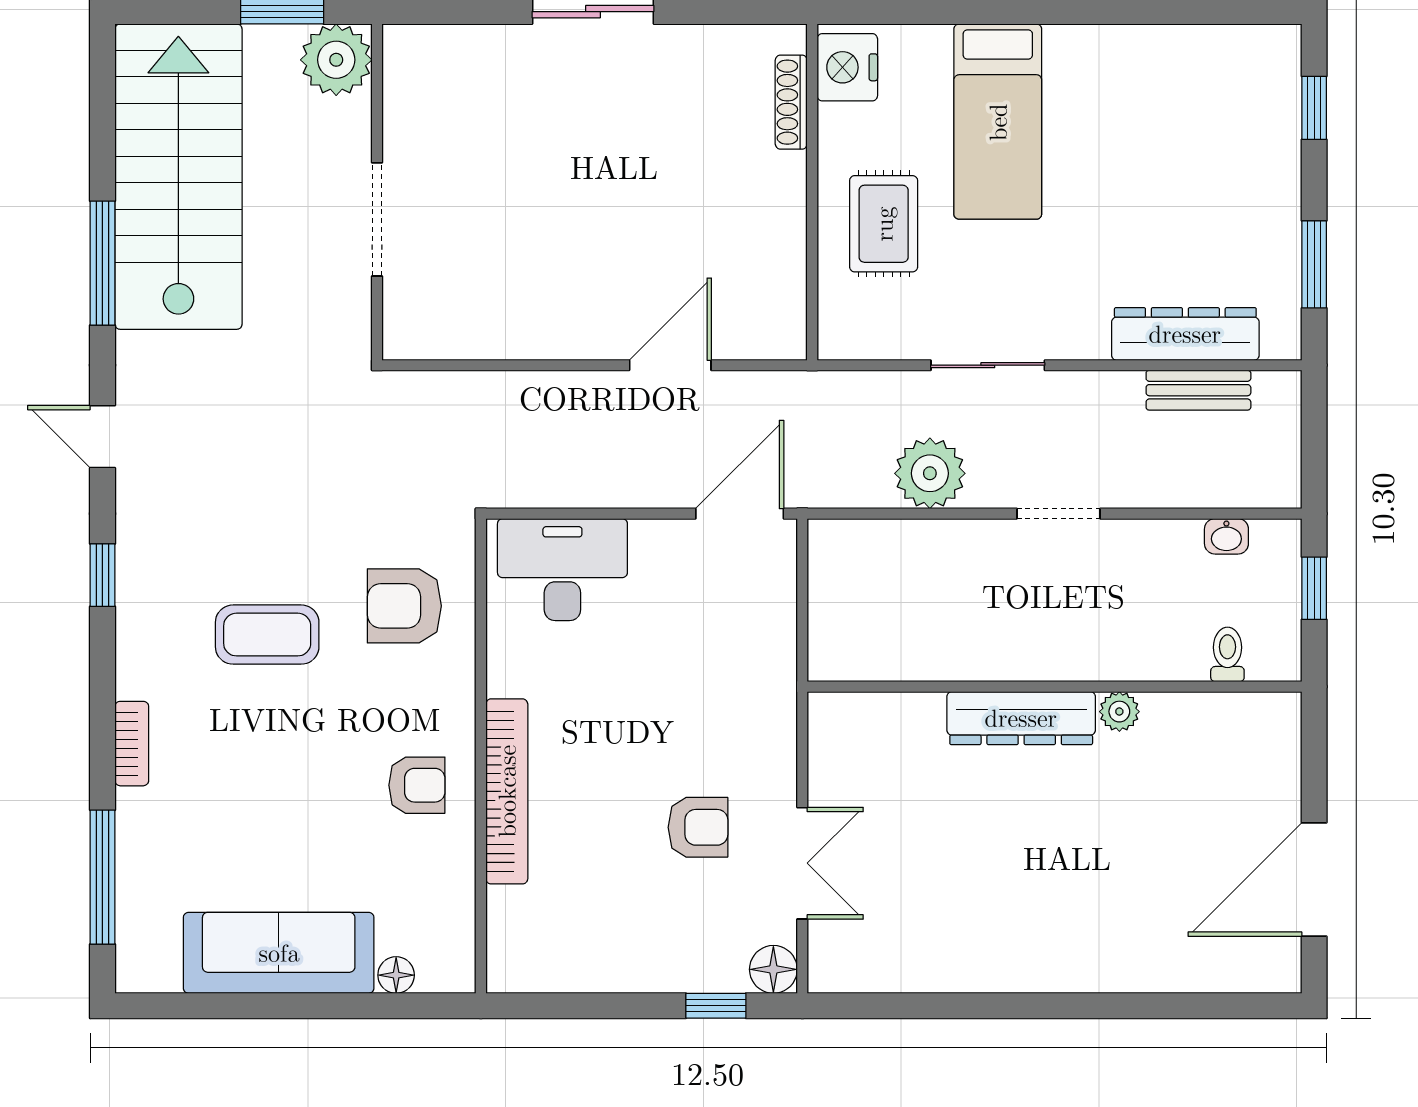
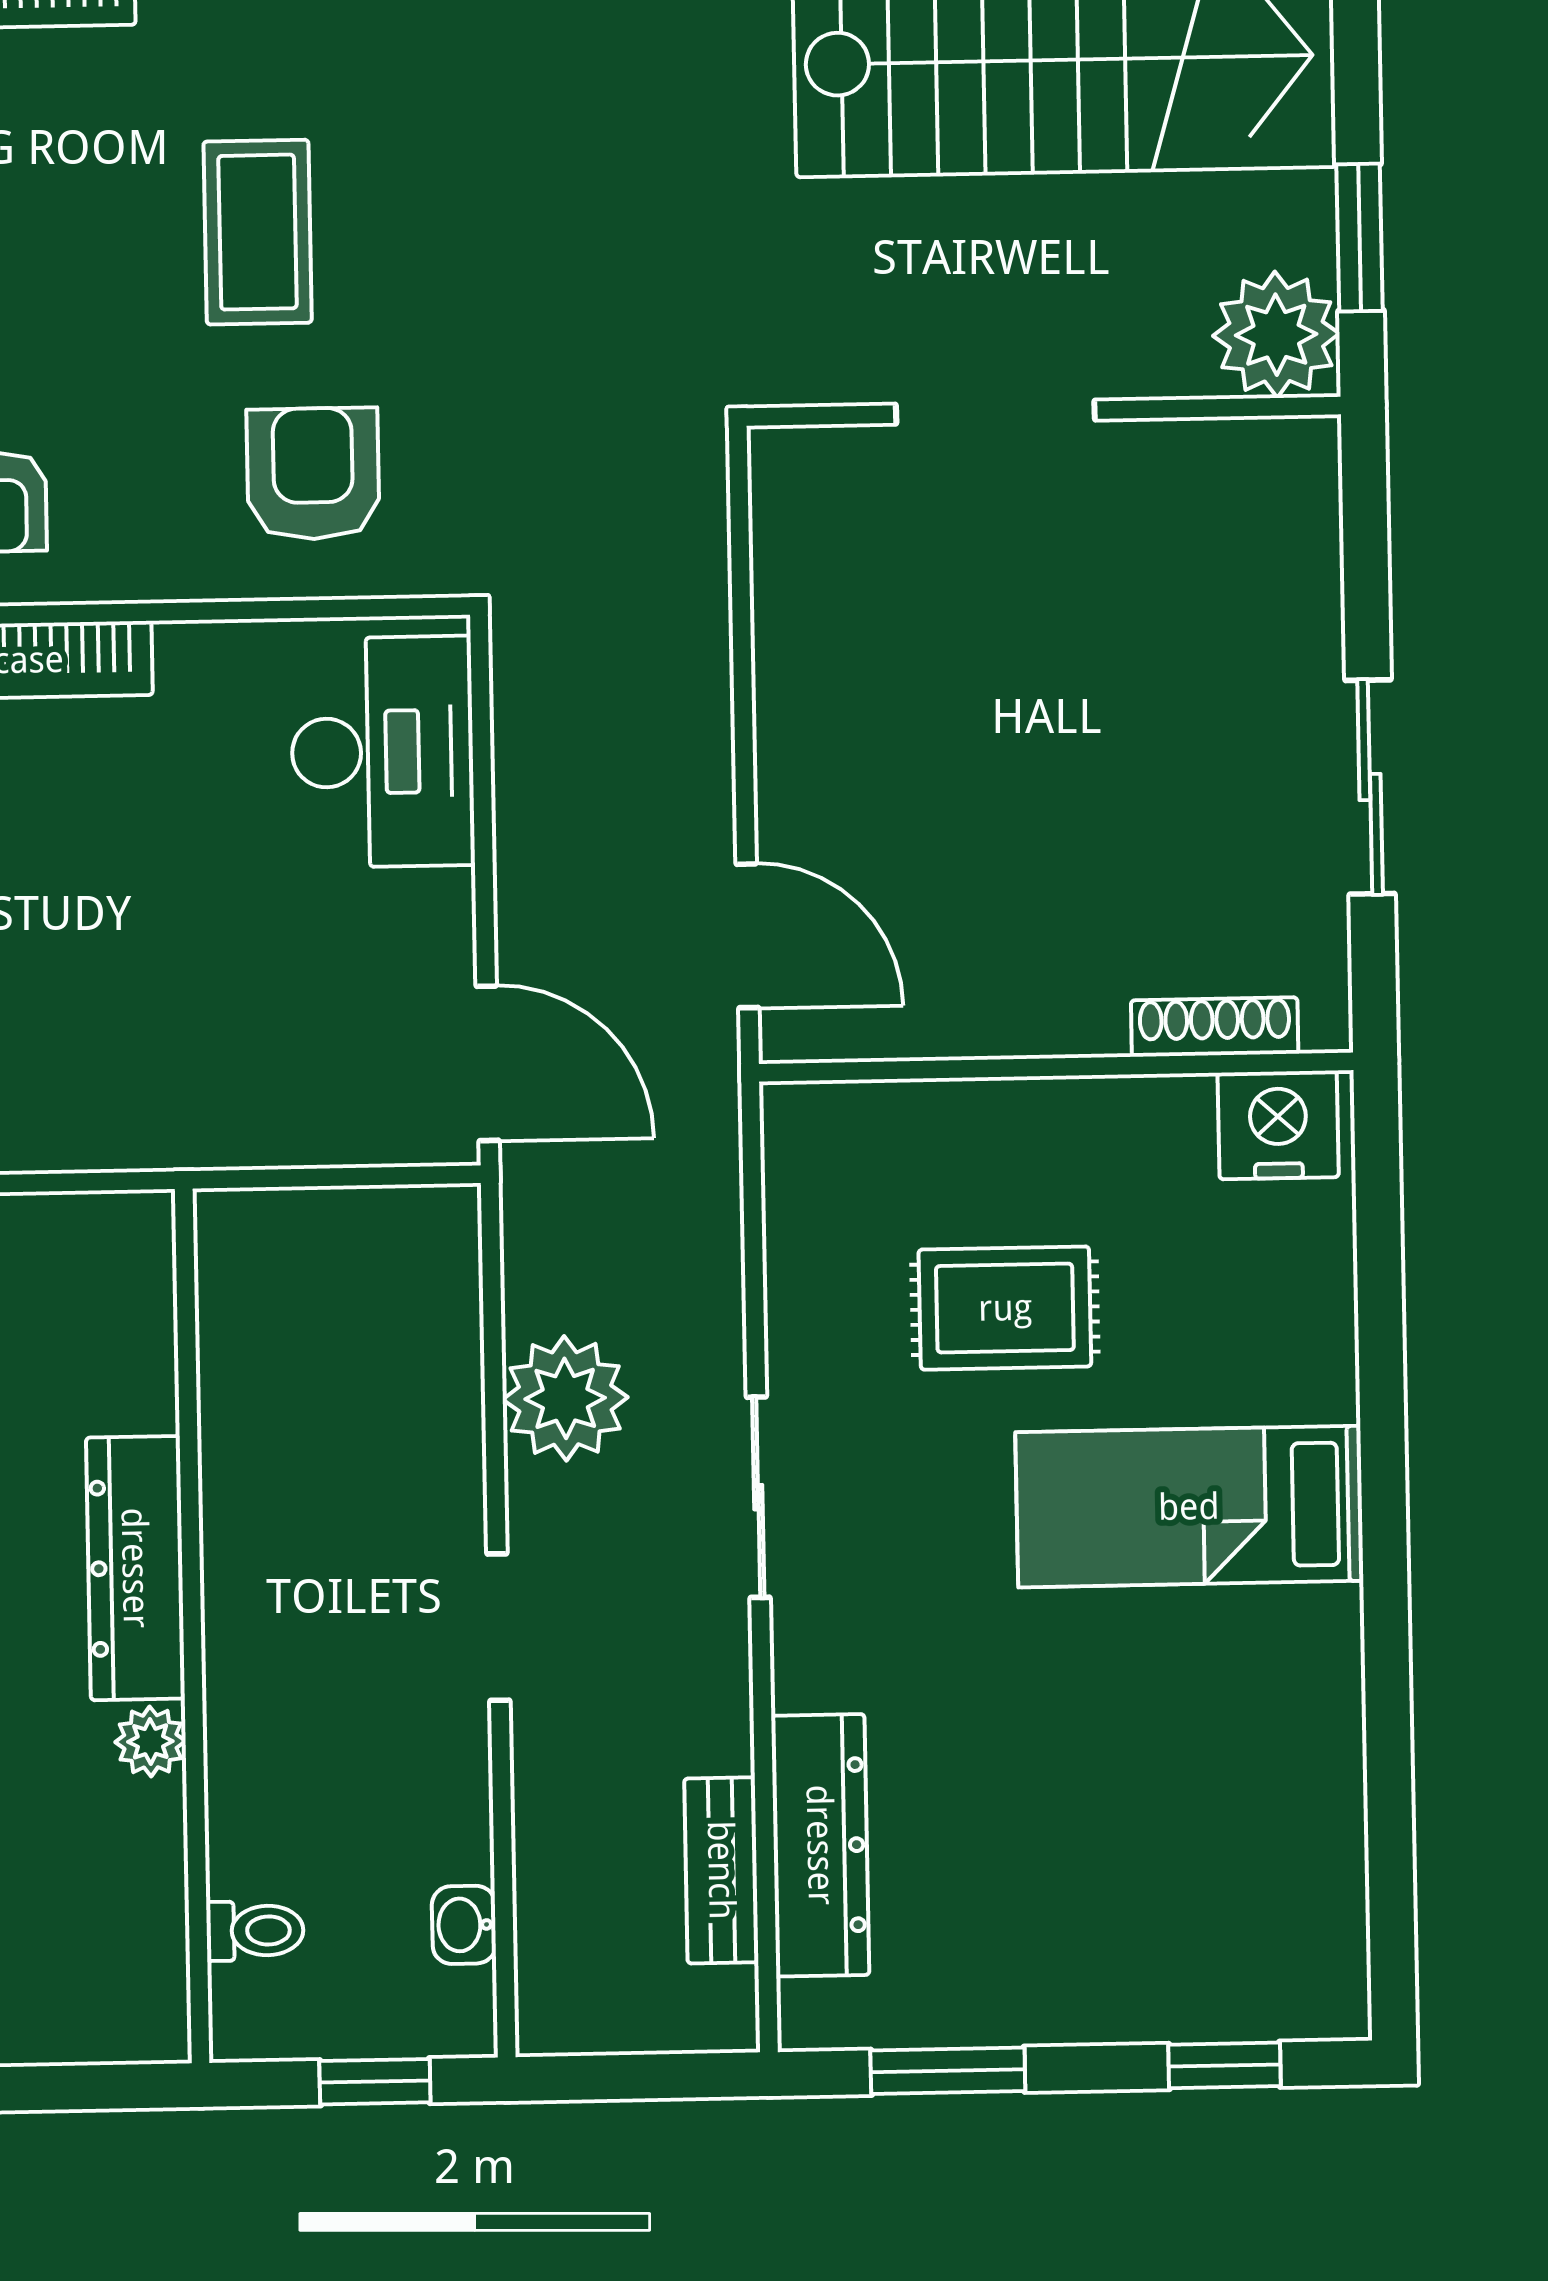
nightstand: (847, 67) -> (1278, 1125), moved
shoe rack: (791, 102) -> (1215, 1027), moved
wall: (812, 192) -> (1056, 1067), moved

